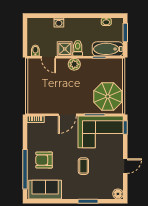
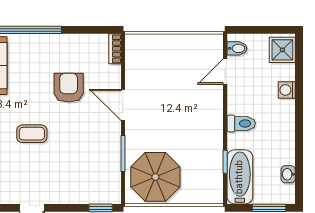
shower: (65, 49) -> (282, 50), moved
plant: (74, 64) -> (213, 117), removed
corner sofa: (101, 132) -> (93, 164), removed
armchair: (44, 160) -> (69, 88), moved

